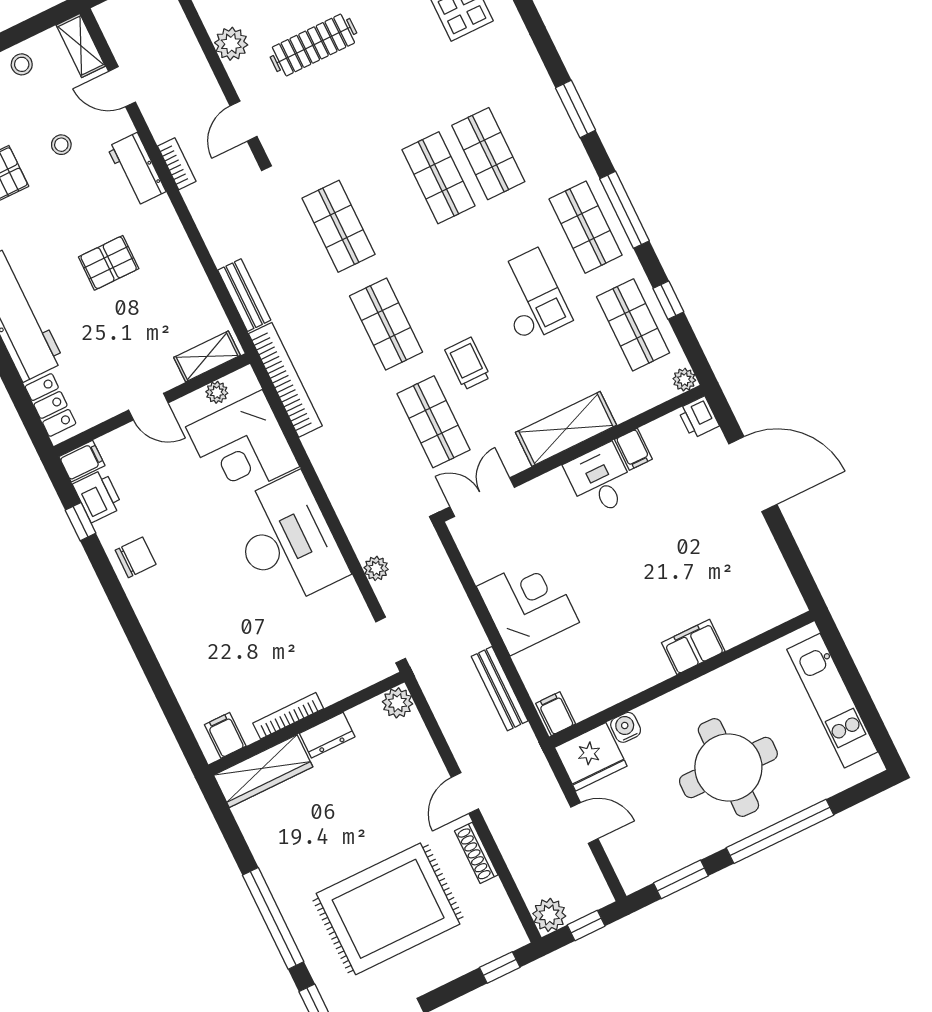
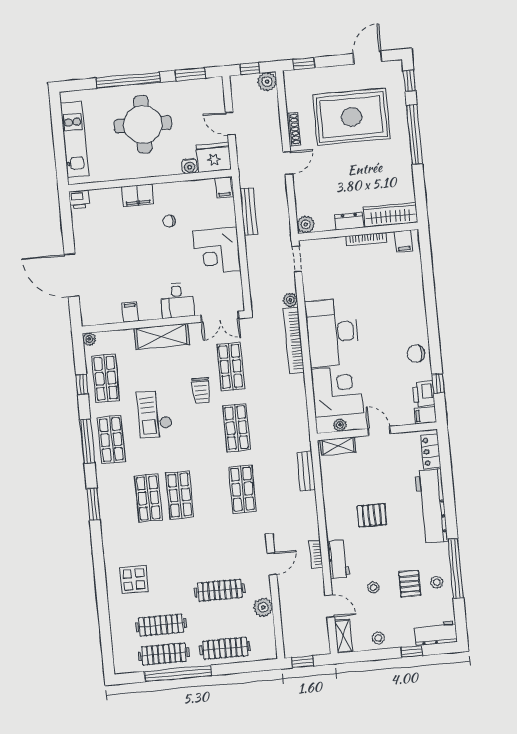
bookcase: (285, 380) -> (294, 341), moved
printer: (698, 417) -> (79, 199), moved, turned 90
desk: (600, 480) -> (177, 300), moved
chair: (625, 624) -> (169, 221), added

